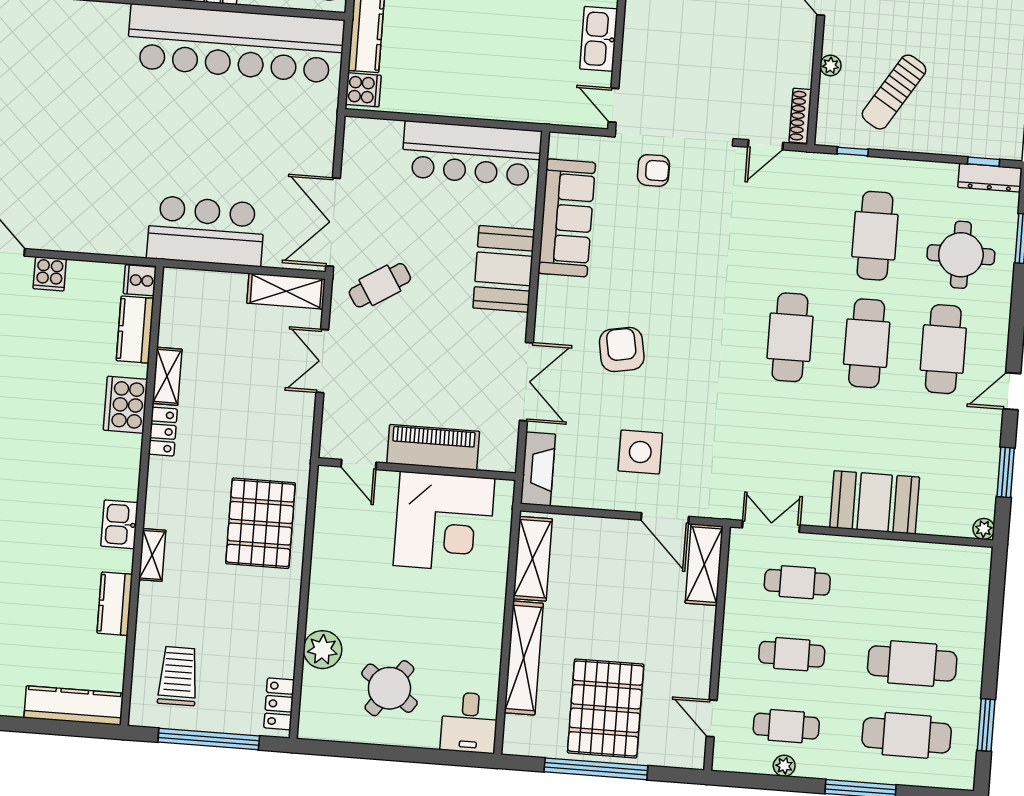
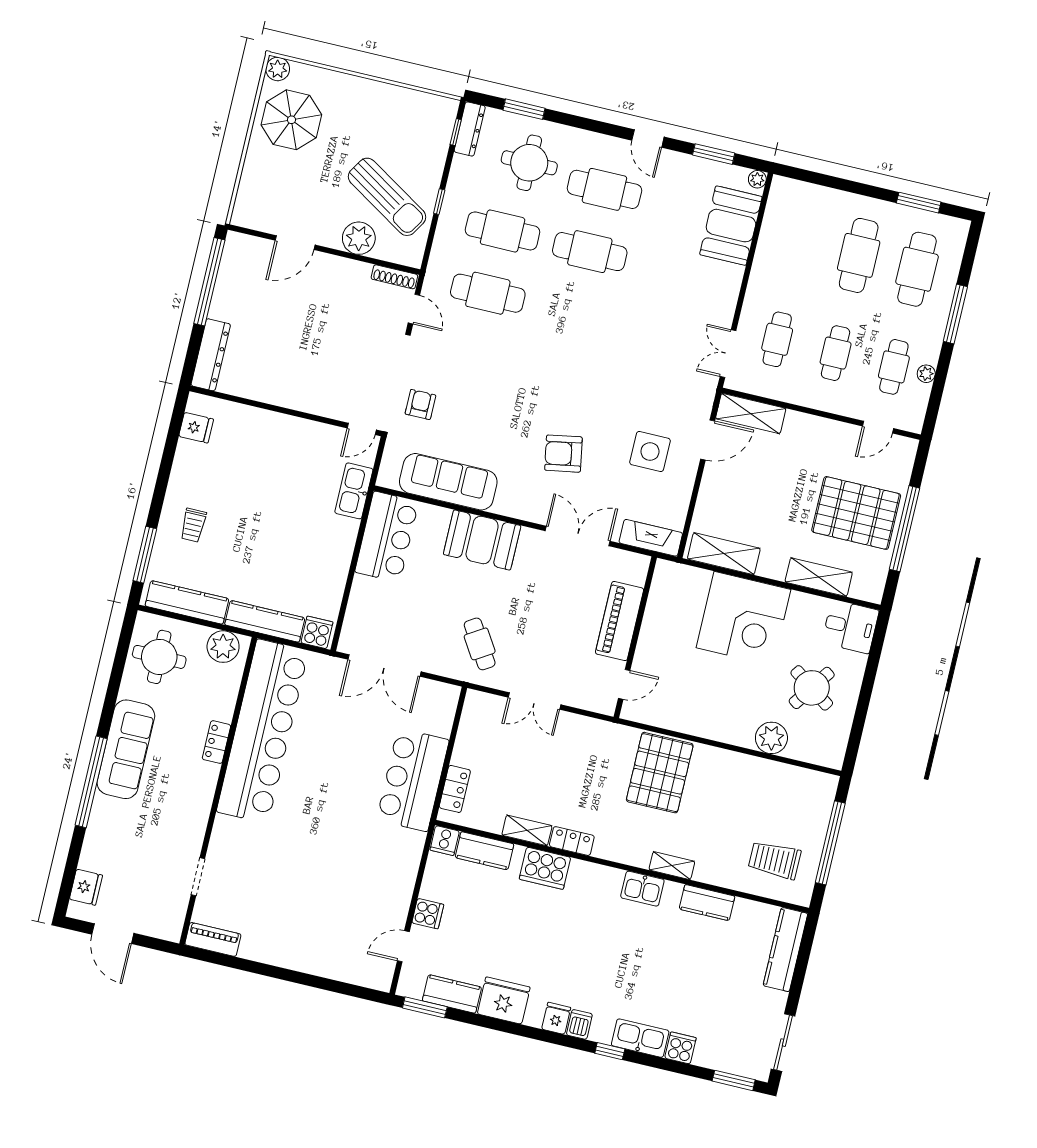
kitchen sink: (599, 39) -> (354, 491), moved, turned 90
plant: (830, 66) -> (359, 238), width x1.88, depth x1.88
sun lounger: (894, 92) -> (387, 197), width x1.36, depth x1.34
window: (853, 152) -> (439, 202), moved
bar counter: (472, 154) -> (387, 537), width x0.73
double door: (333, 222) -> (385, 666), moved
shelving: (286, 291) -> (472, 722), removed
cafe table: (790, 337) -> (488, 293), moved
booth: (875, 502) -> (731, 226), moved
corner desk: (444, 522) -> (744, 619), moved, turned 90
pallet: (261, 523) -> (660, 773), turned 90
shelving: (524, 658) -> (819, 577), width x0.68
locker: (279, 704) -> (455, 789), moved, turned -90

